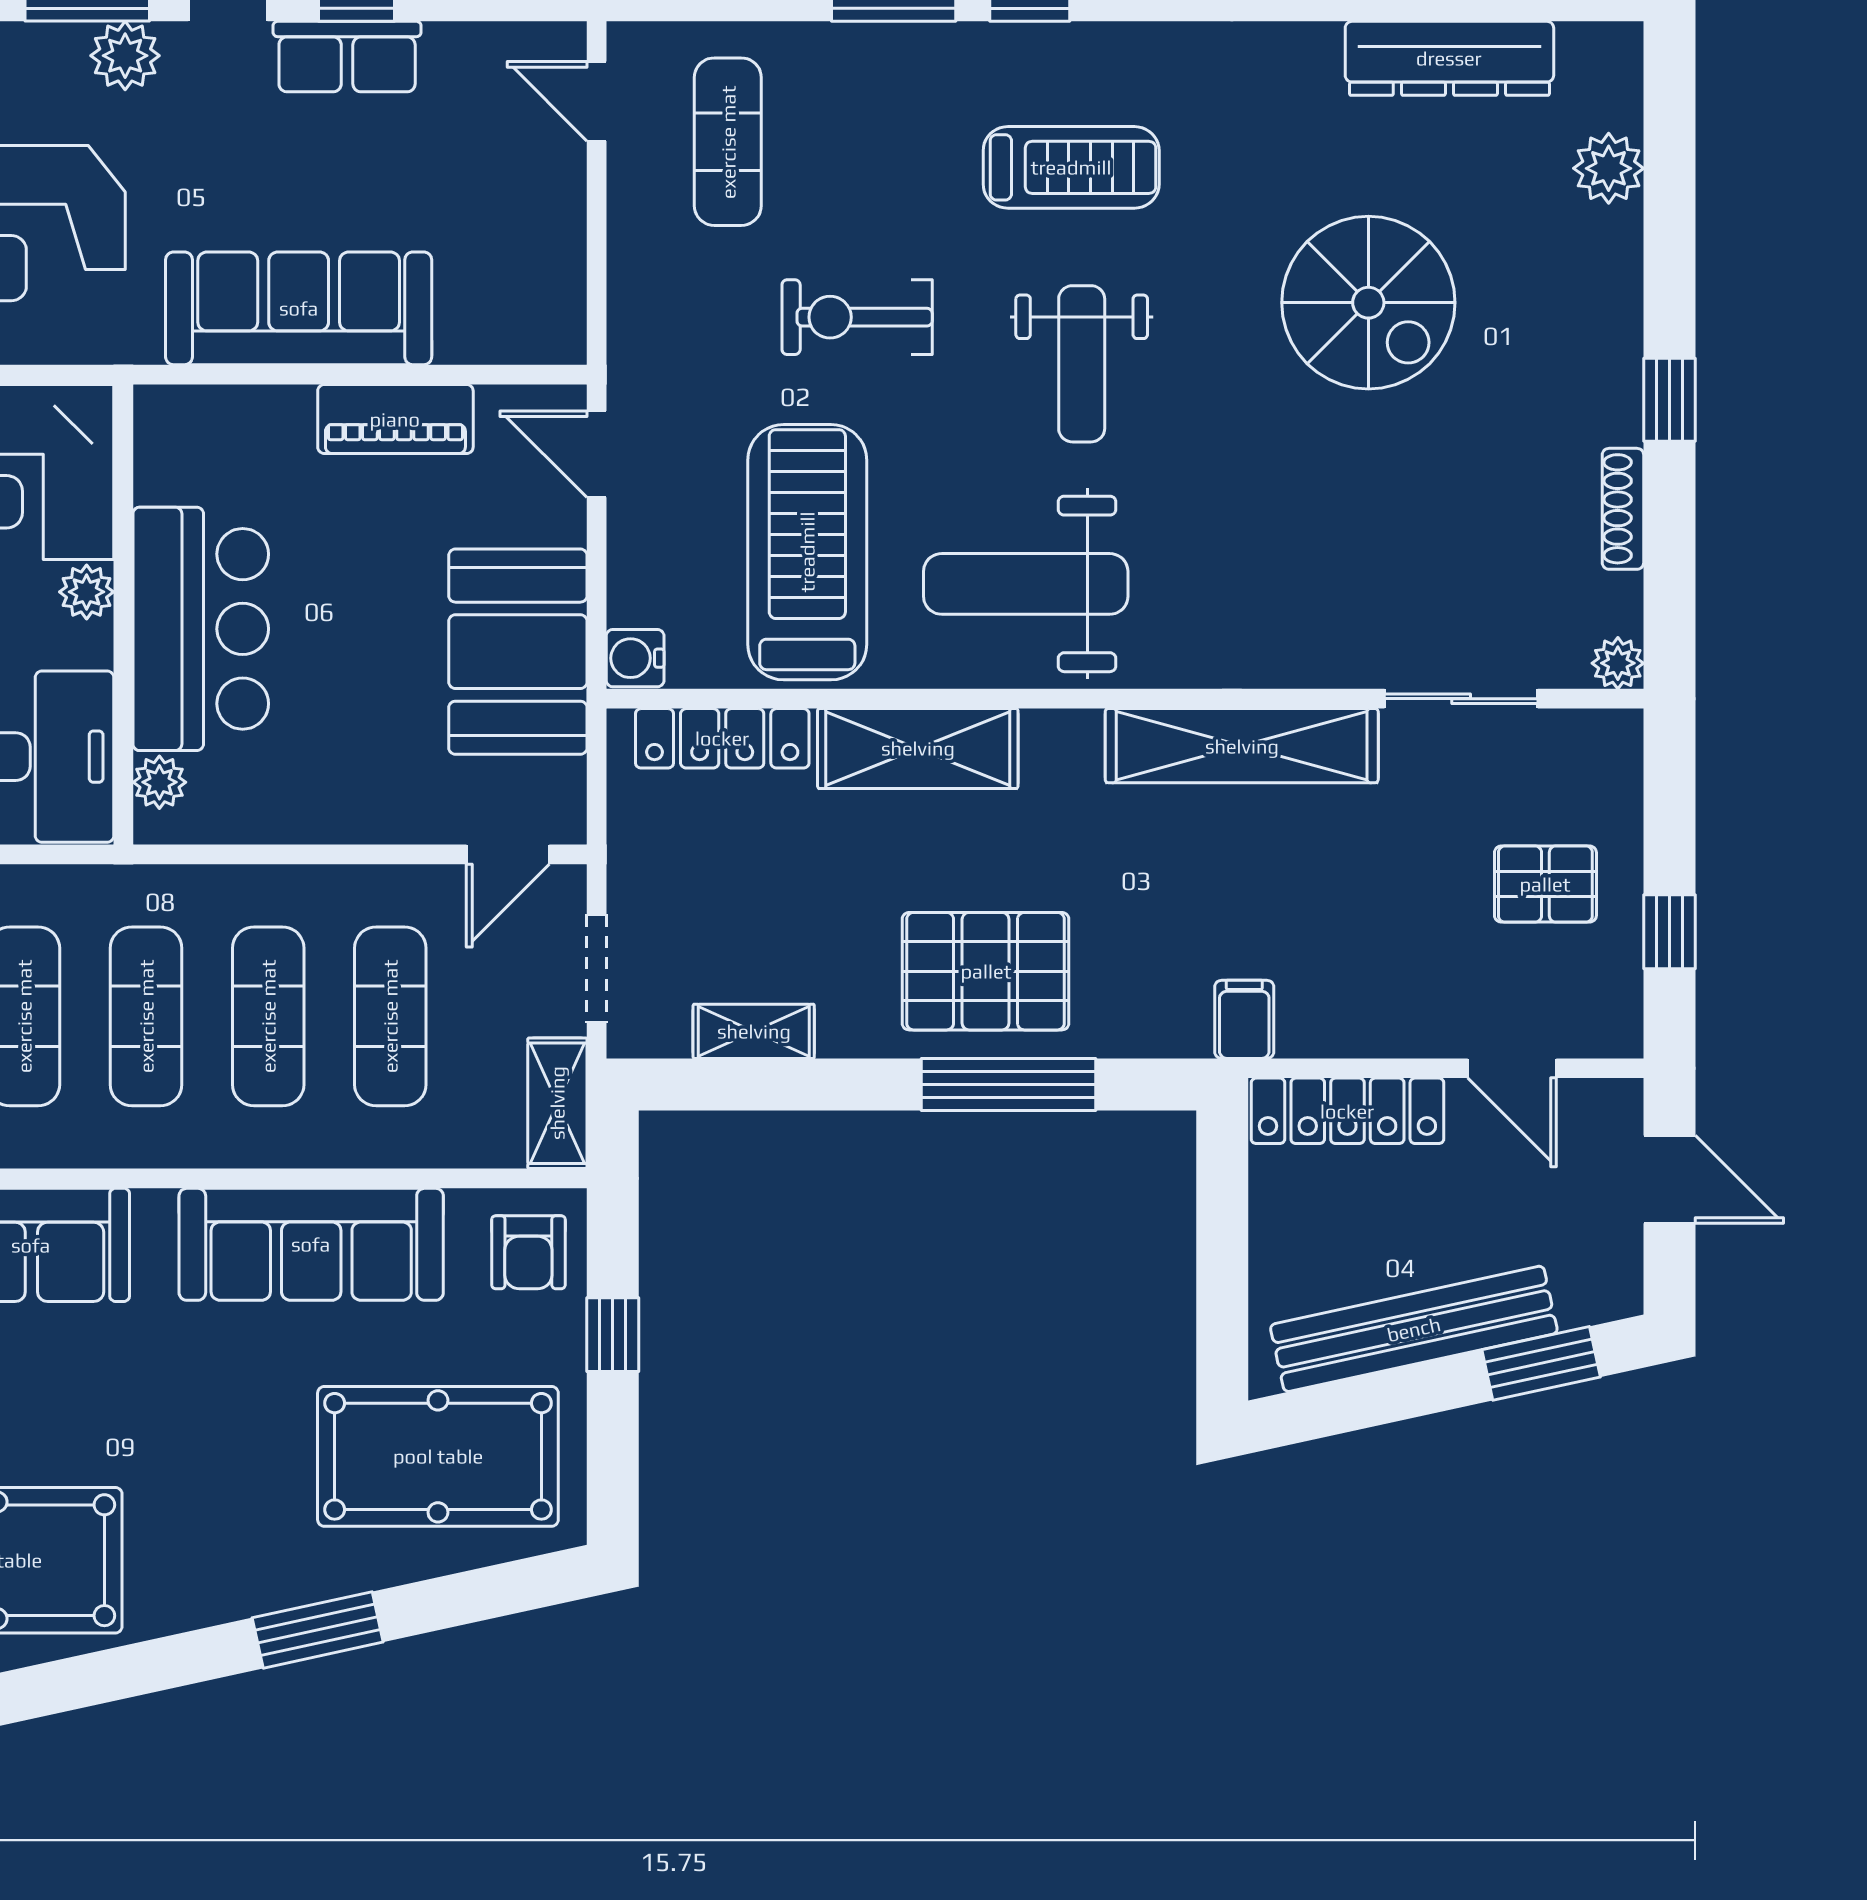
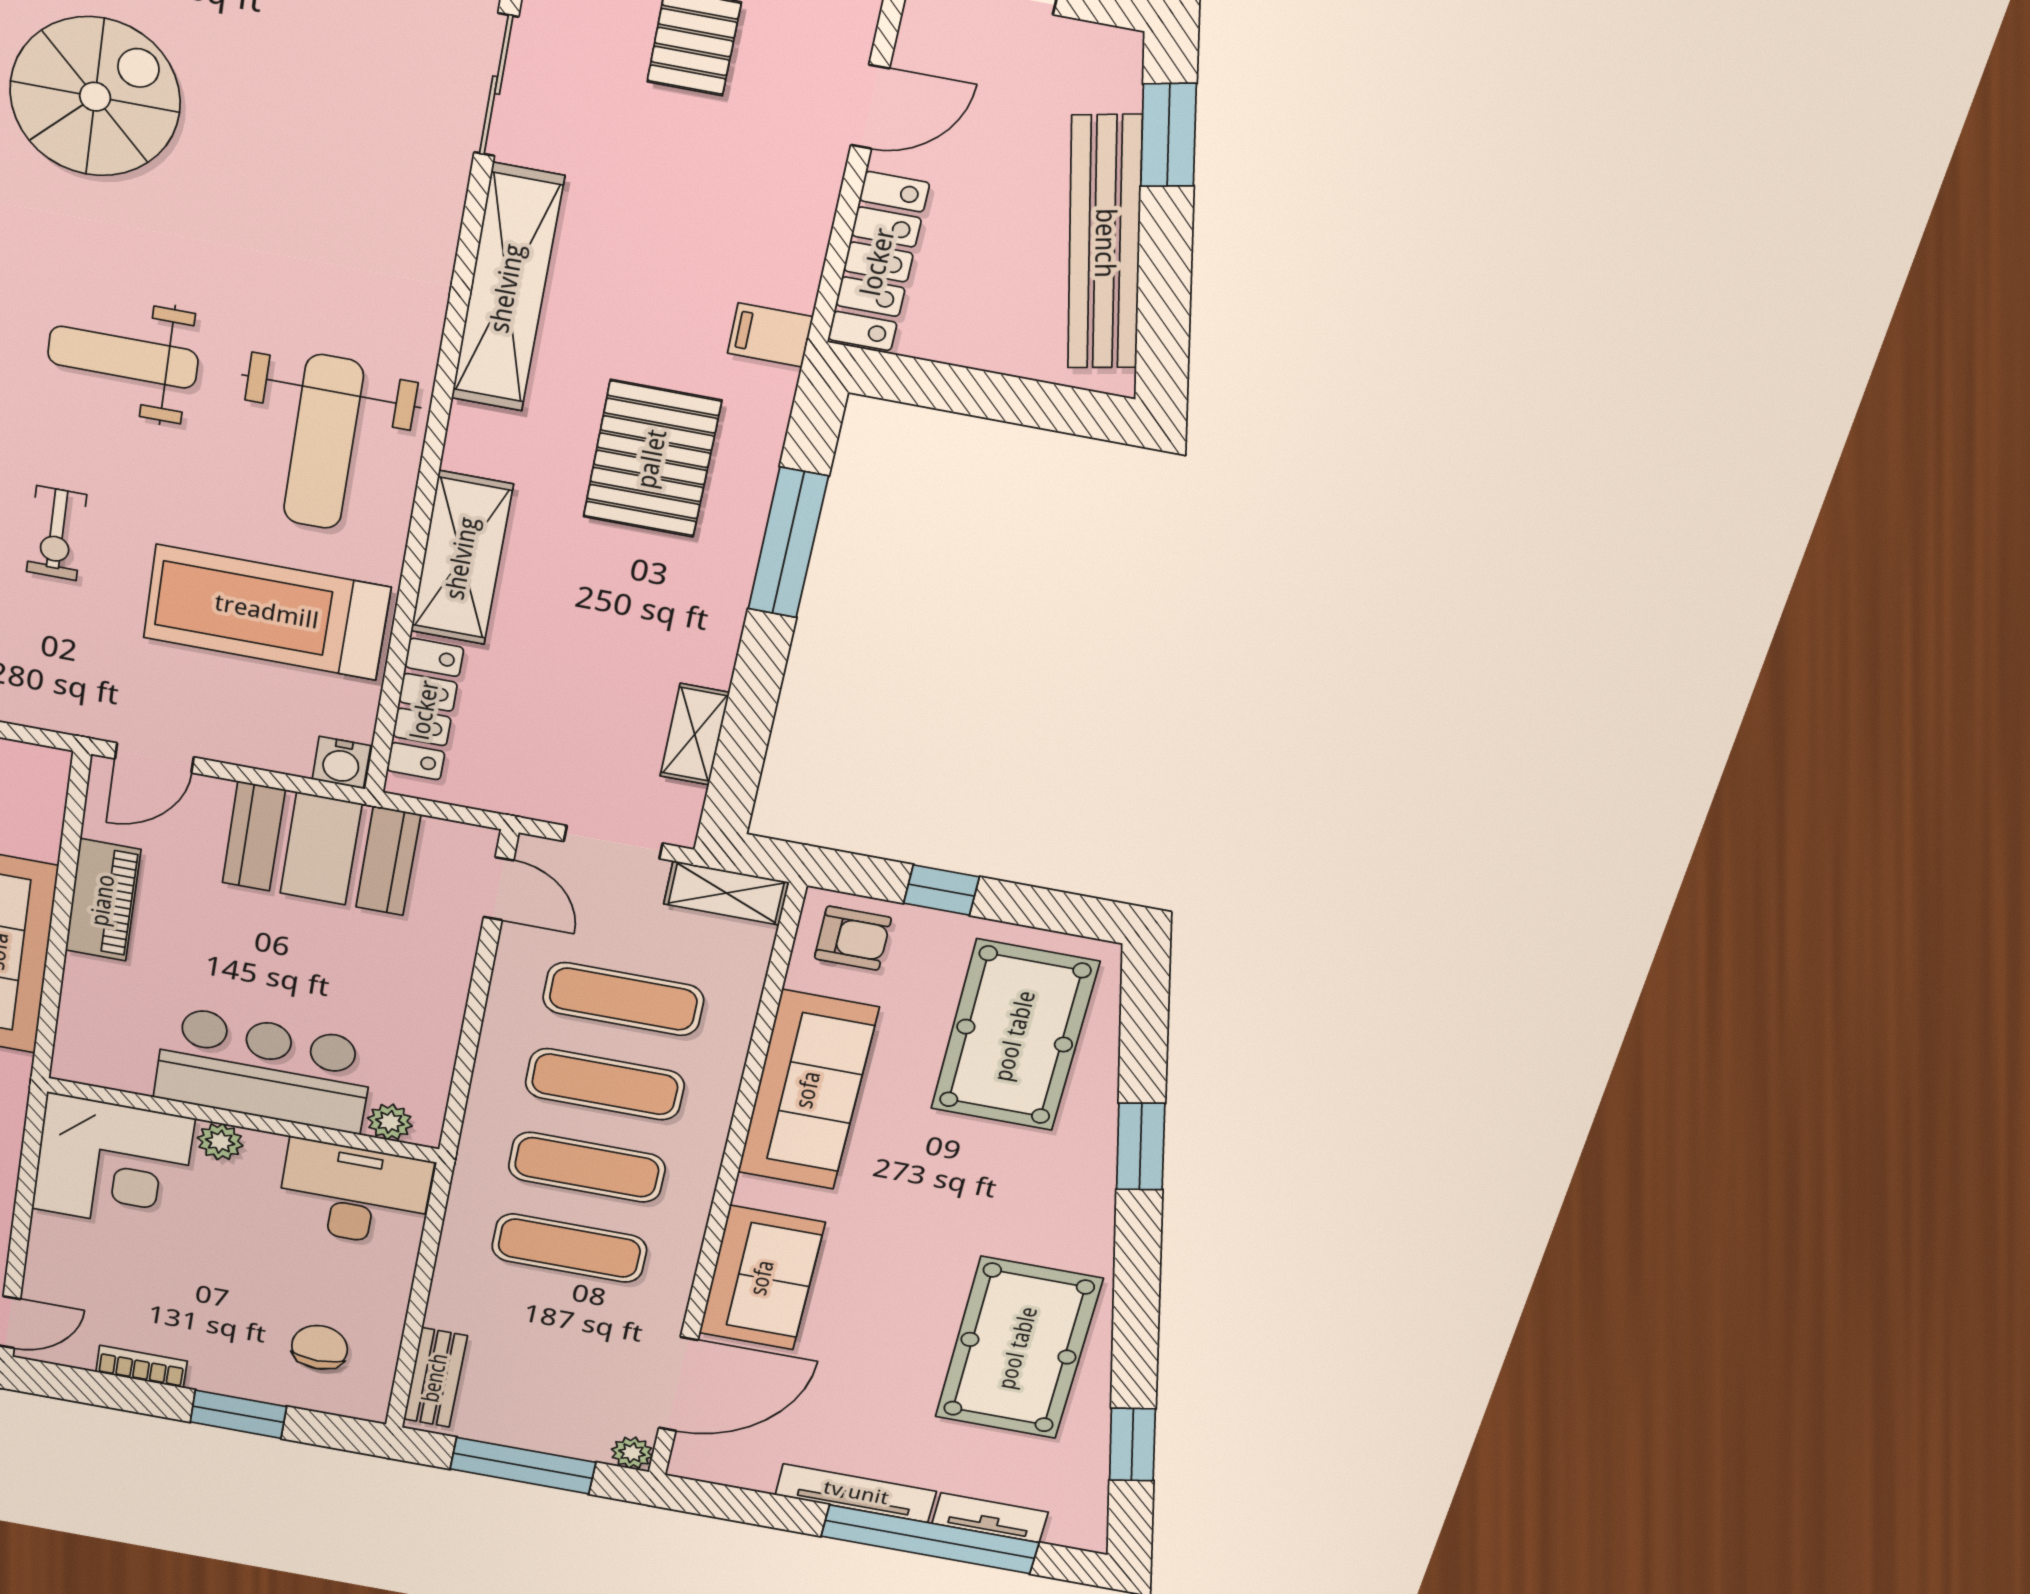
exercise bike: (857, 317) -> (56, 533), width x0.73, depth x0.72
weight bench: (1082, 364) -> (123, 357), turned 180
pallet: (986, 971) -> (652, 459), moved

